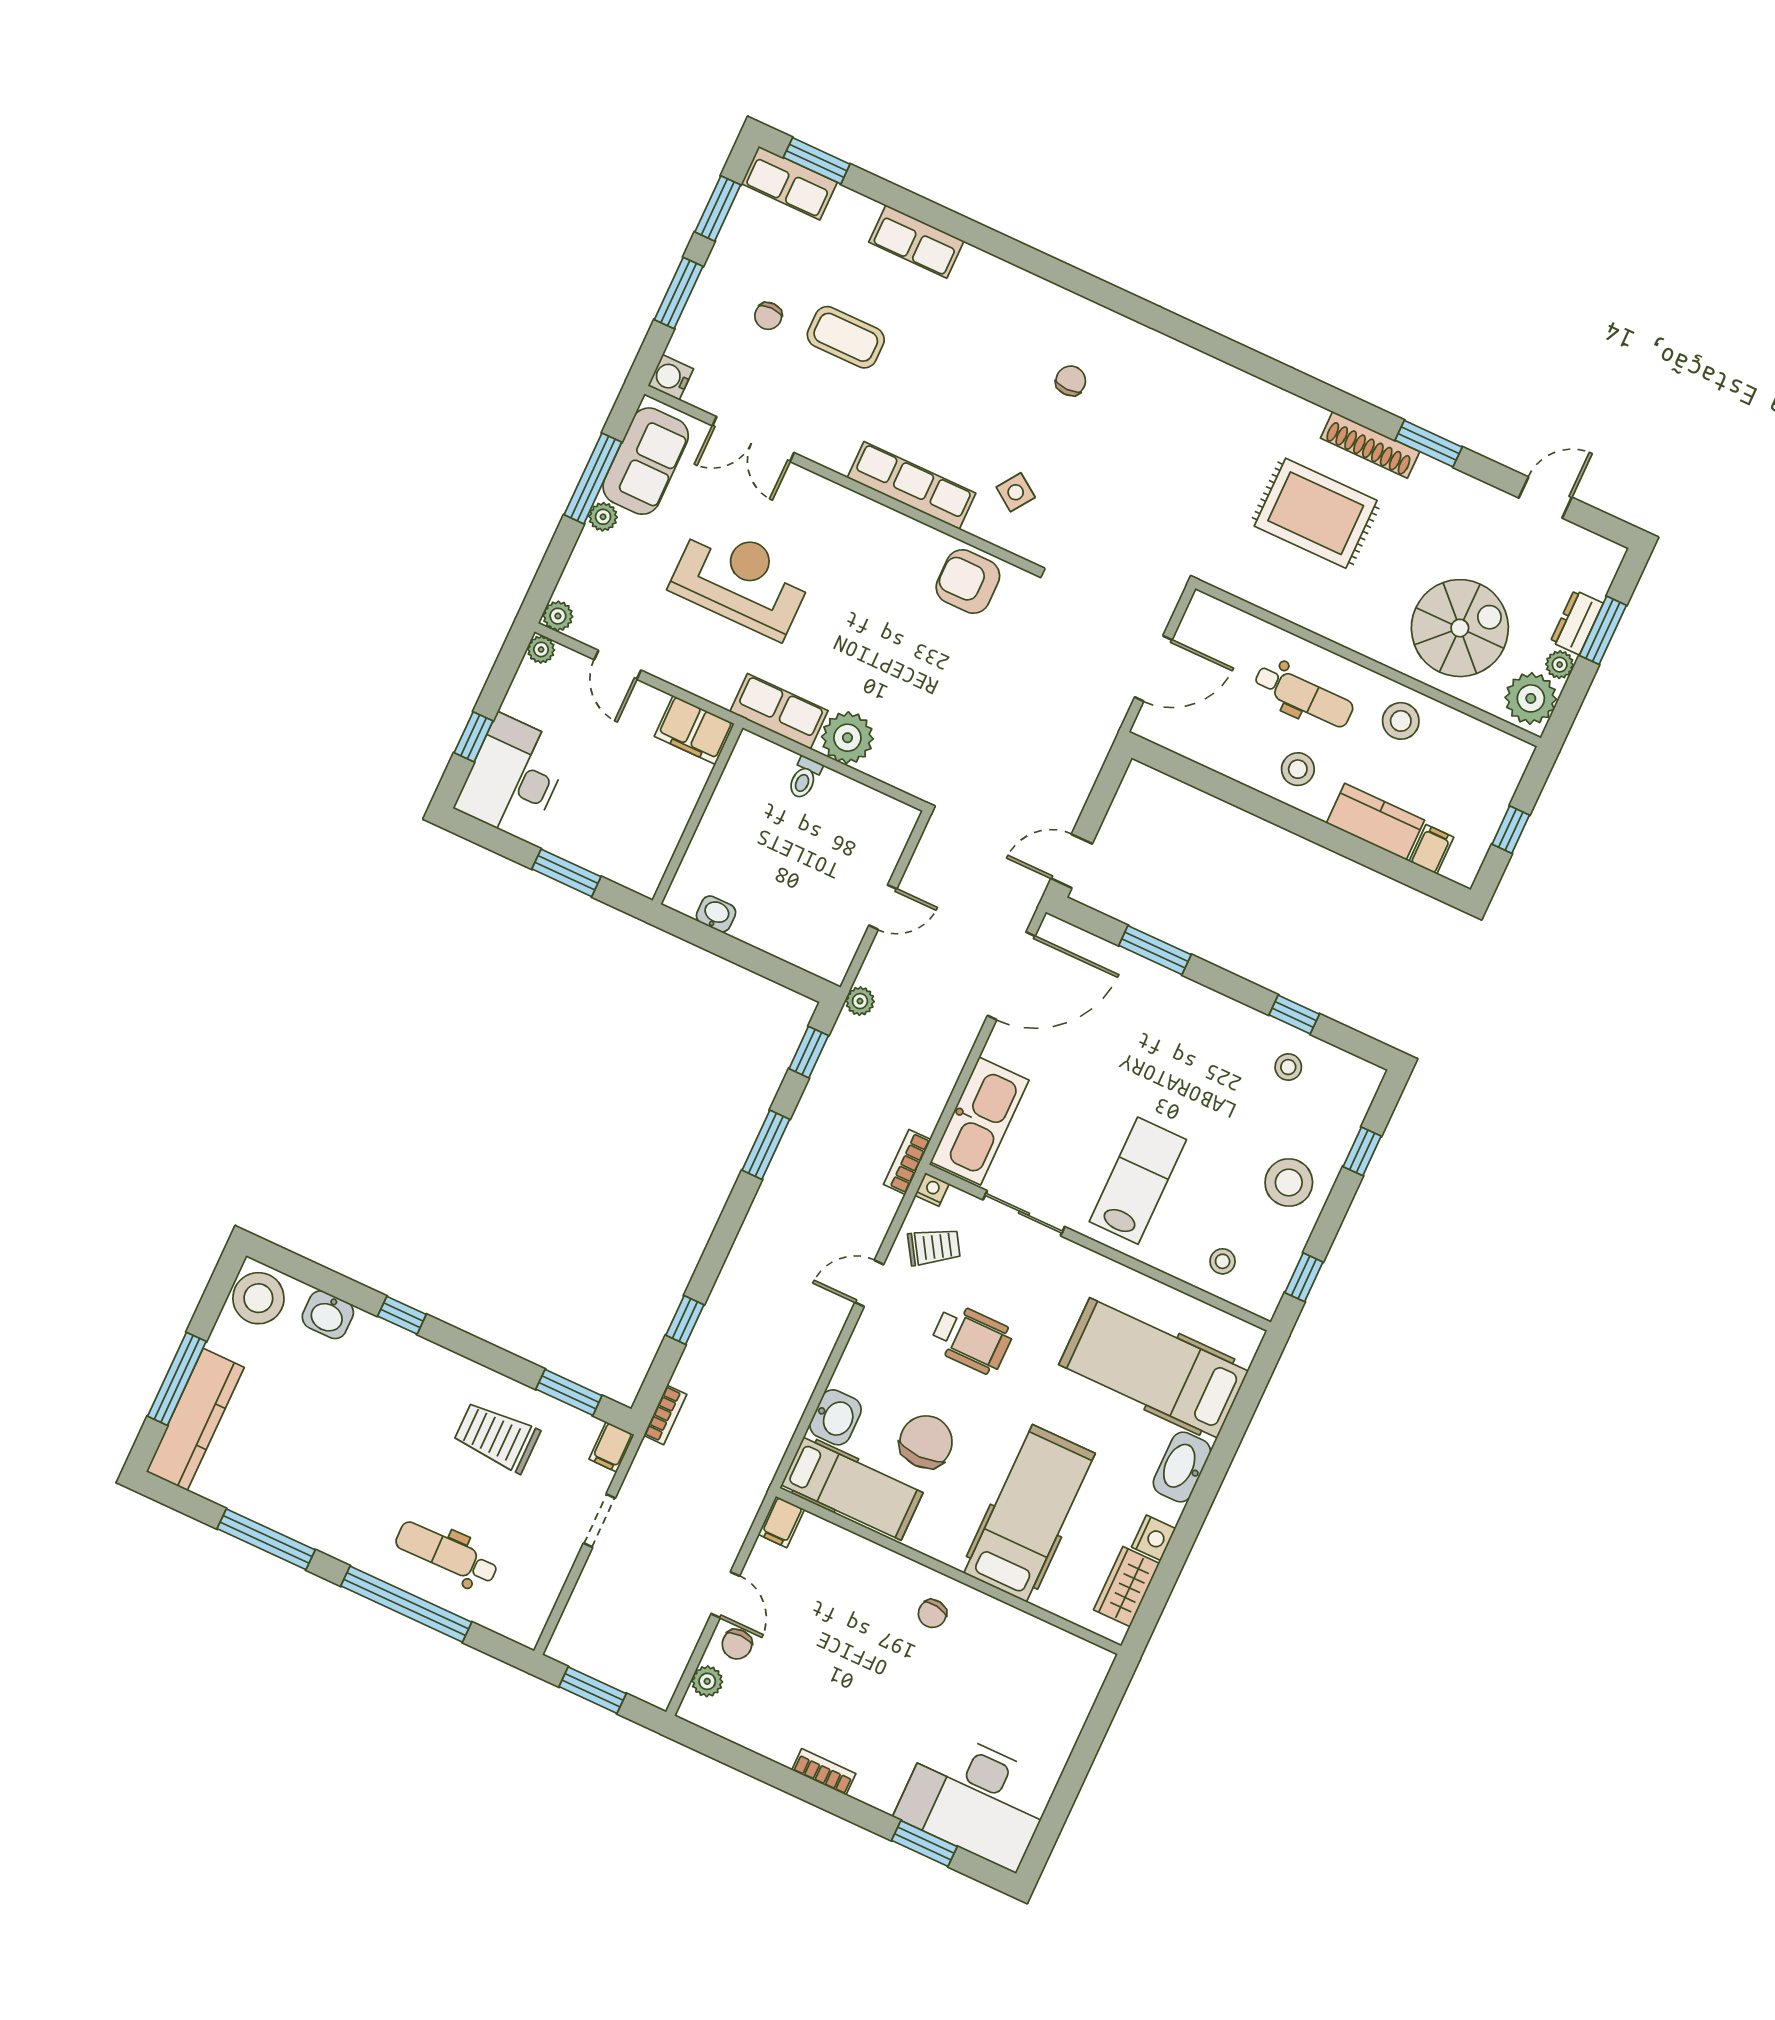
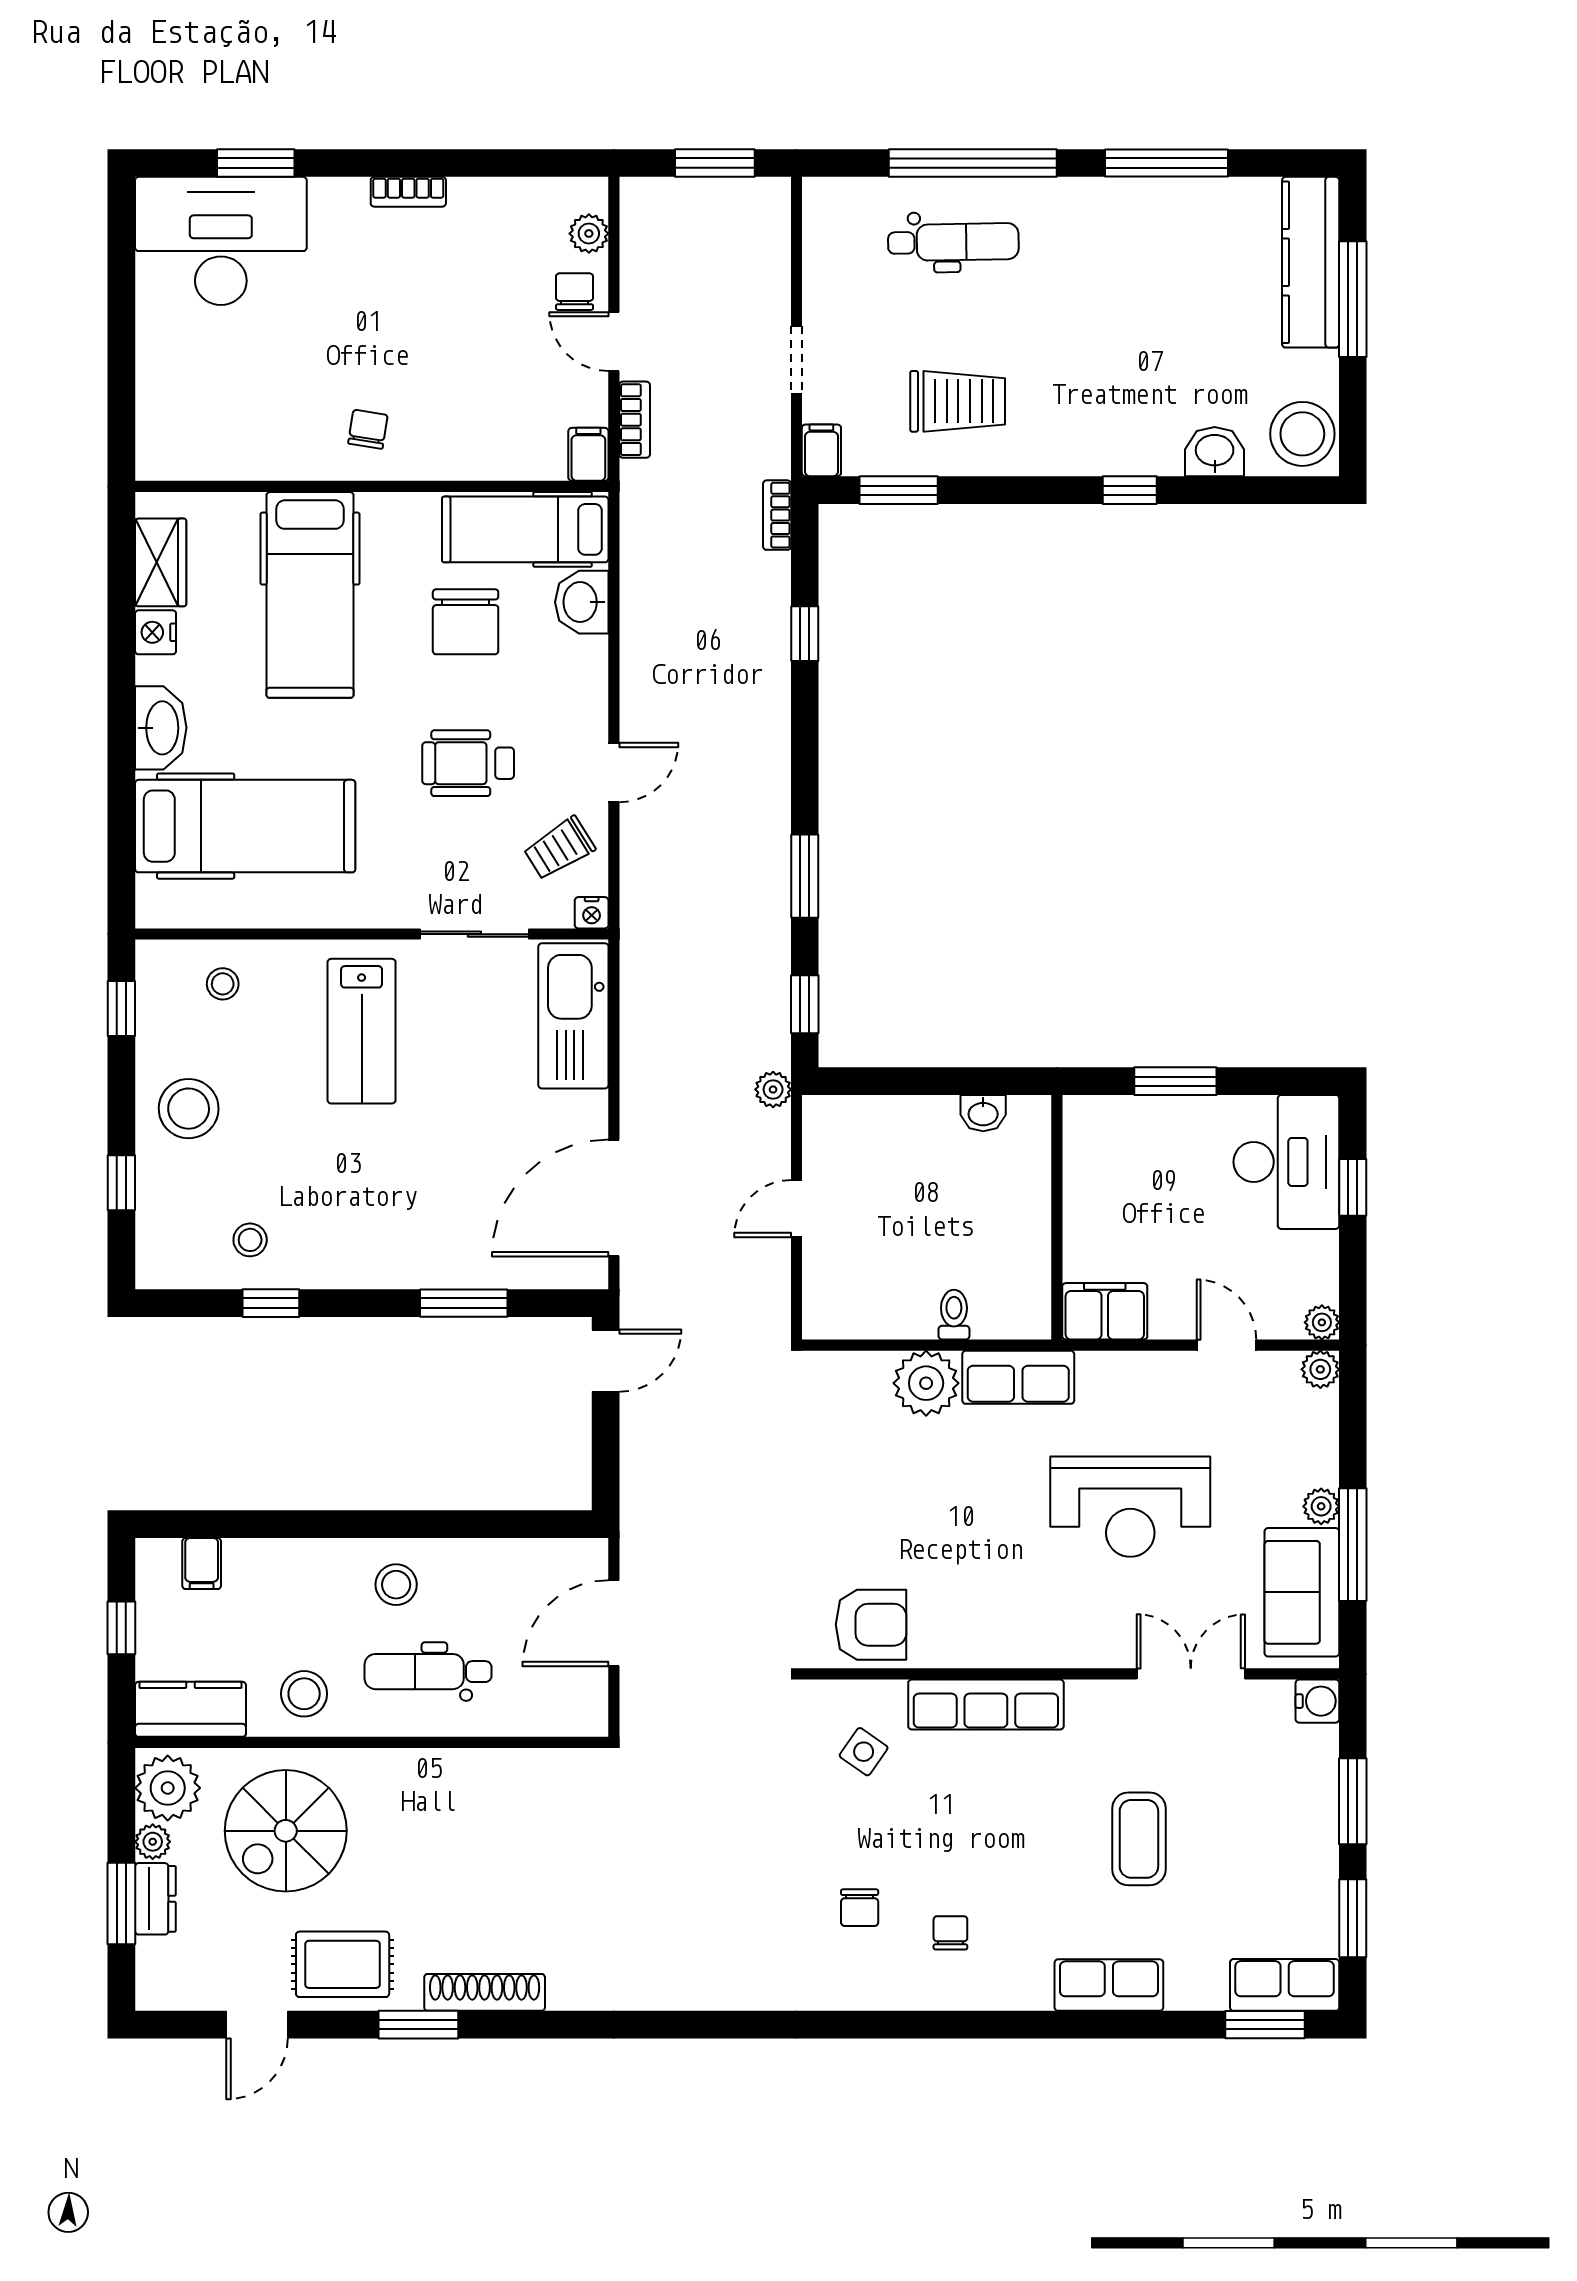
chair: (768, 316) -> (950, 1933), moved
coffee table: (846, 337) -> (1139, 1839), turned 90
rug: (1316, 513) -> (343, 1964), moved, width x0.73, depth x0.70
kitchen counter: (1375, 822) -> (191, 1709), moved, turned 180
bookcase: (907, 1162) -> (635, 420), moved

